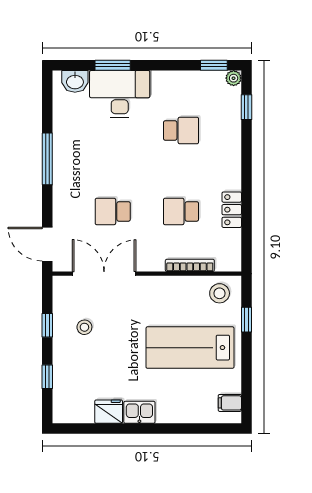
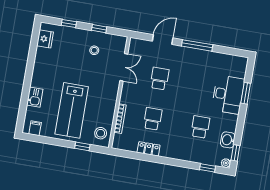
washbasin: (75, 81) -> (228, 140), moved
school desk: (181, 130) -> (200, 127), turned 180
door: (47, 244) -> (163, 40), moved
double door: (104, 274) -> (124, 67), width x0.73
lab bench: (190, 348) -> (72, 110), turned 180
fridge: (109, 412) -> (45, 39), moved
kitchen sink: (139, 412) -> (35, 97), moved

